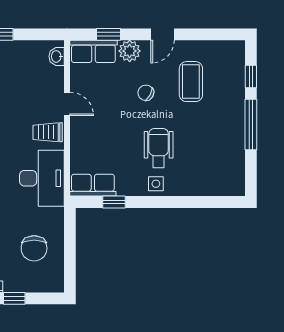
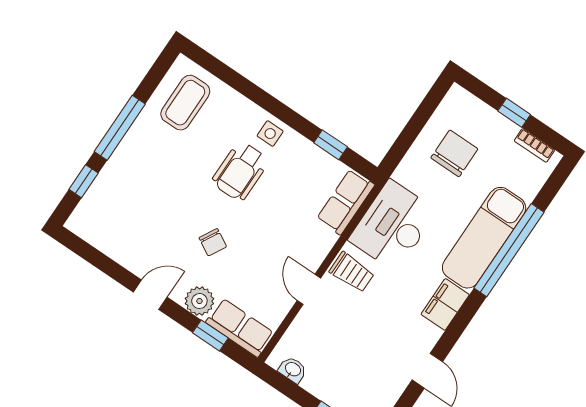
washbasin: (57, 56) -> (293, 370), moved, turned -90
coffee table: (191, 82) -> (185, 103), moved
row of seats: (93, 185) -> (346, 202), moved, turned 90

